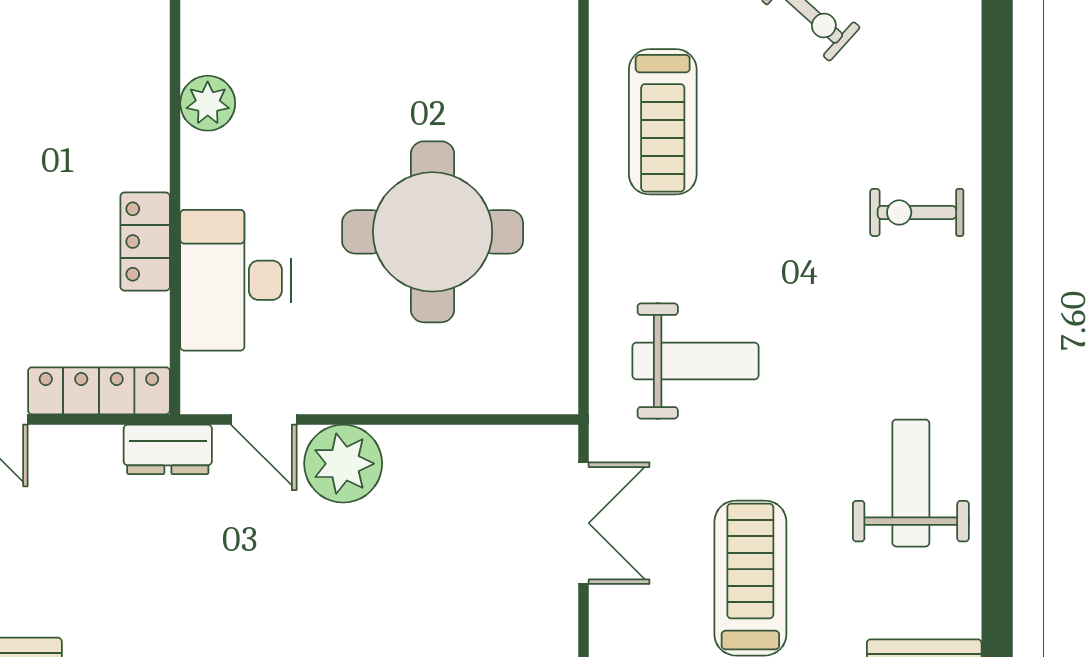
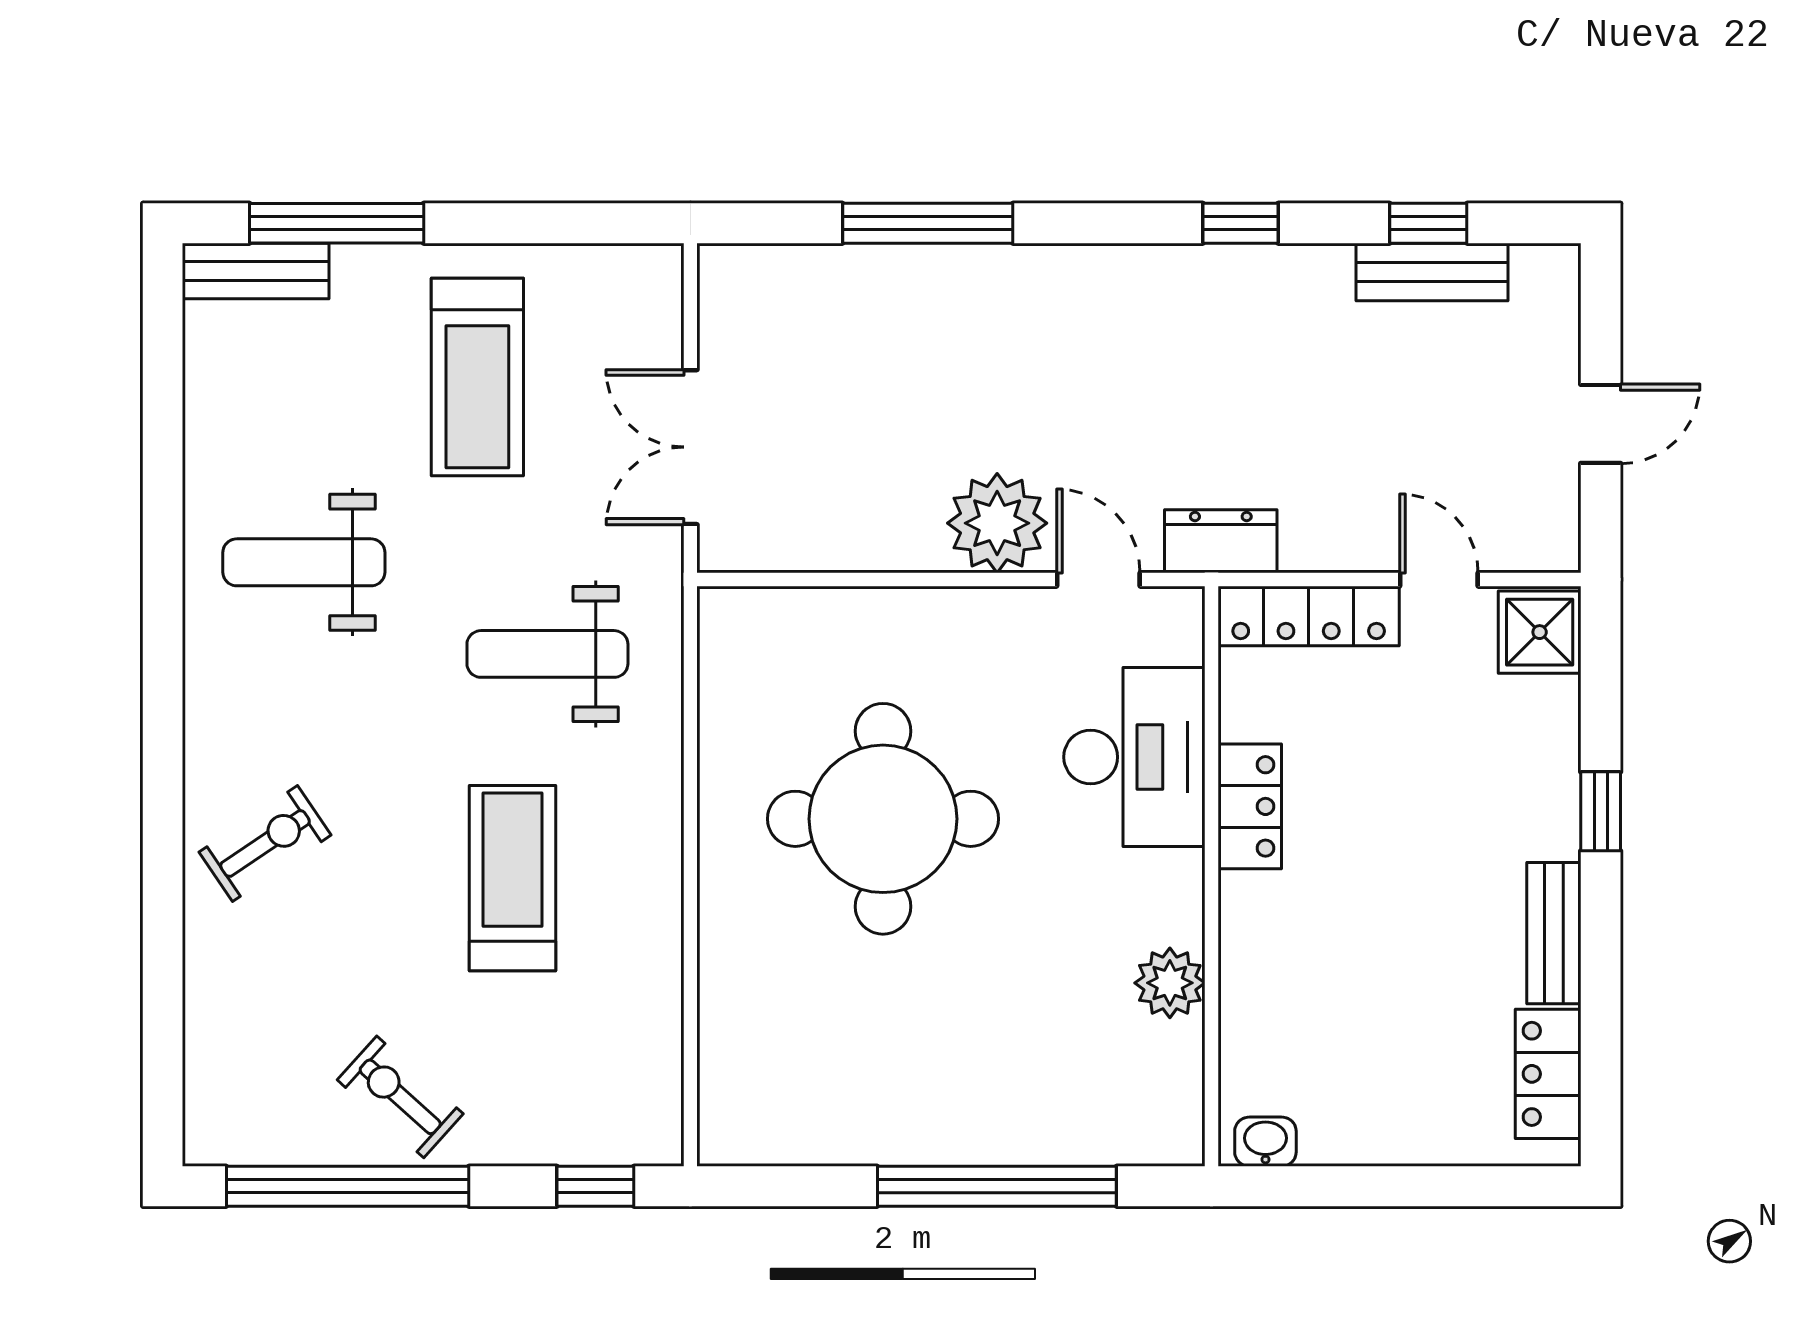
treadmill: (663, 122) -> (512, 878), moved
exercise bike: (917, 212) -> (265, 844), turned -34
weight bench: (911, 483) -> (304, 562), moved, turned 90

